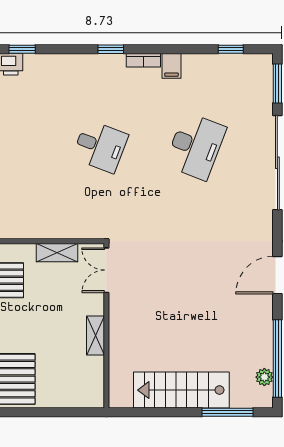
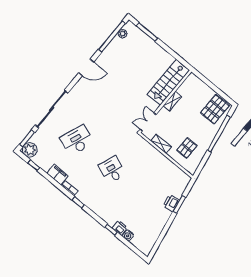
filing cabinet: (171, 66) -> (57, 175), width x2.00
plant: (258, 69) -> (30, 150), added
double door: (106, 270) -> (148, 122), swing flipped
stairs: (181, 390) -> (168, 82), moved, turned 90

